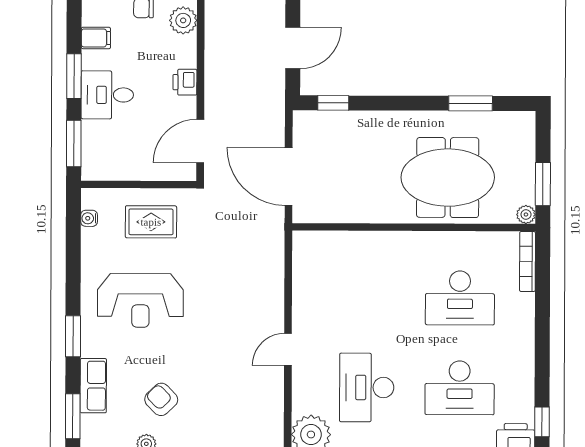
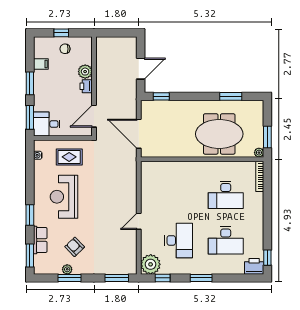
plant: (183, 20) -> (85, 72), moved
desk: (107, 95) -> (47, 124), moved
reception desk: (140, 300) -> (64, 197), turned 90
desk: (367, 387) -> (179, 240), turned 180

